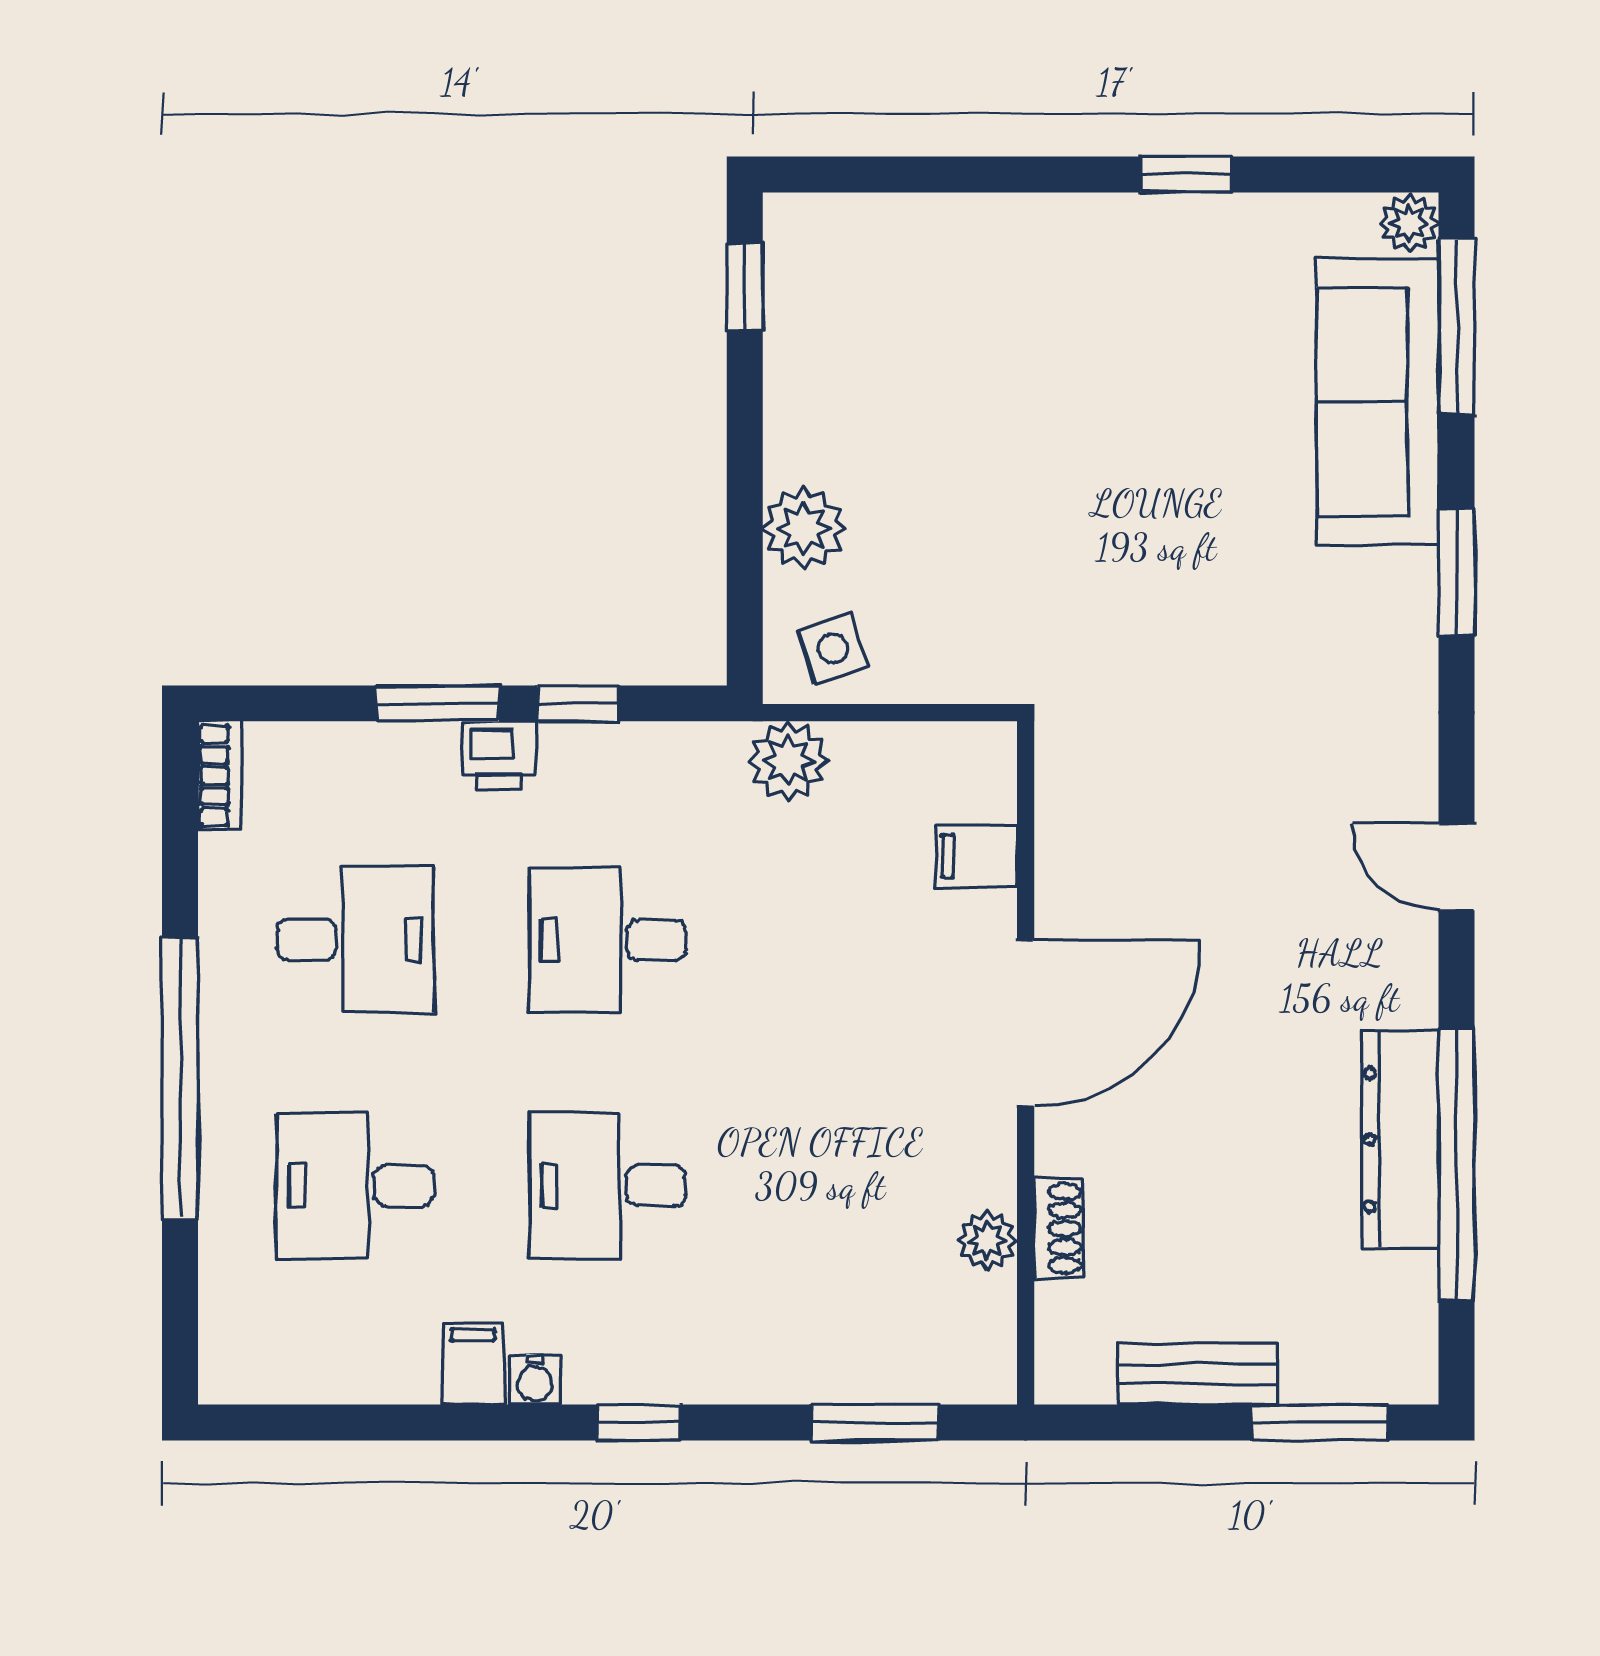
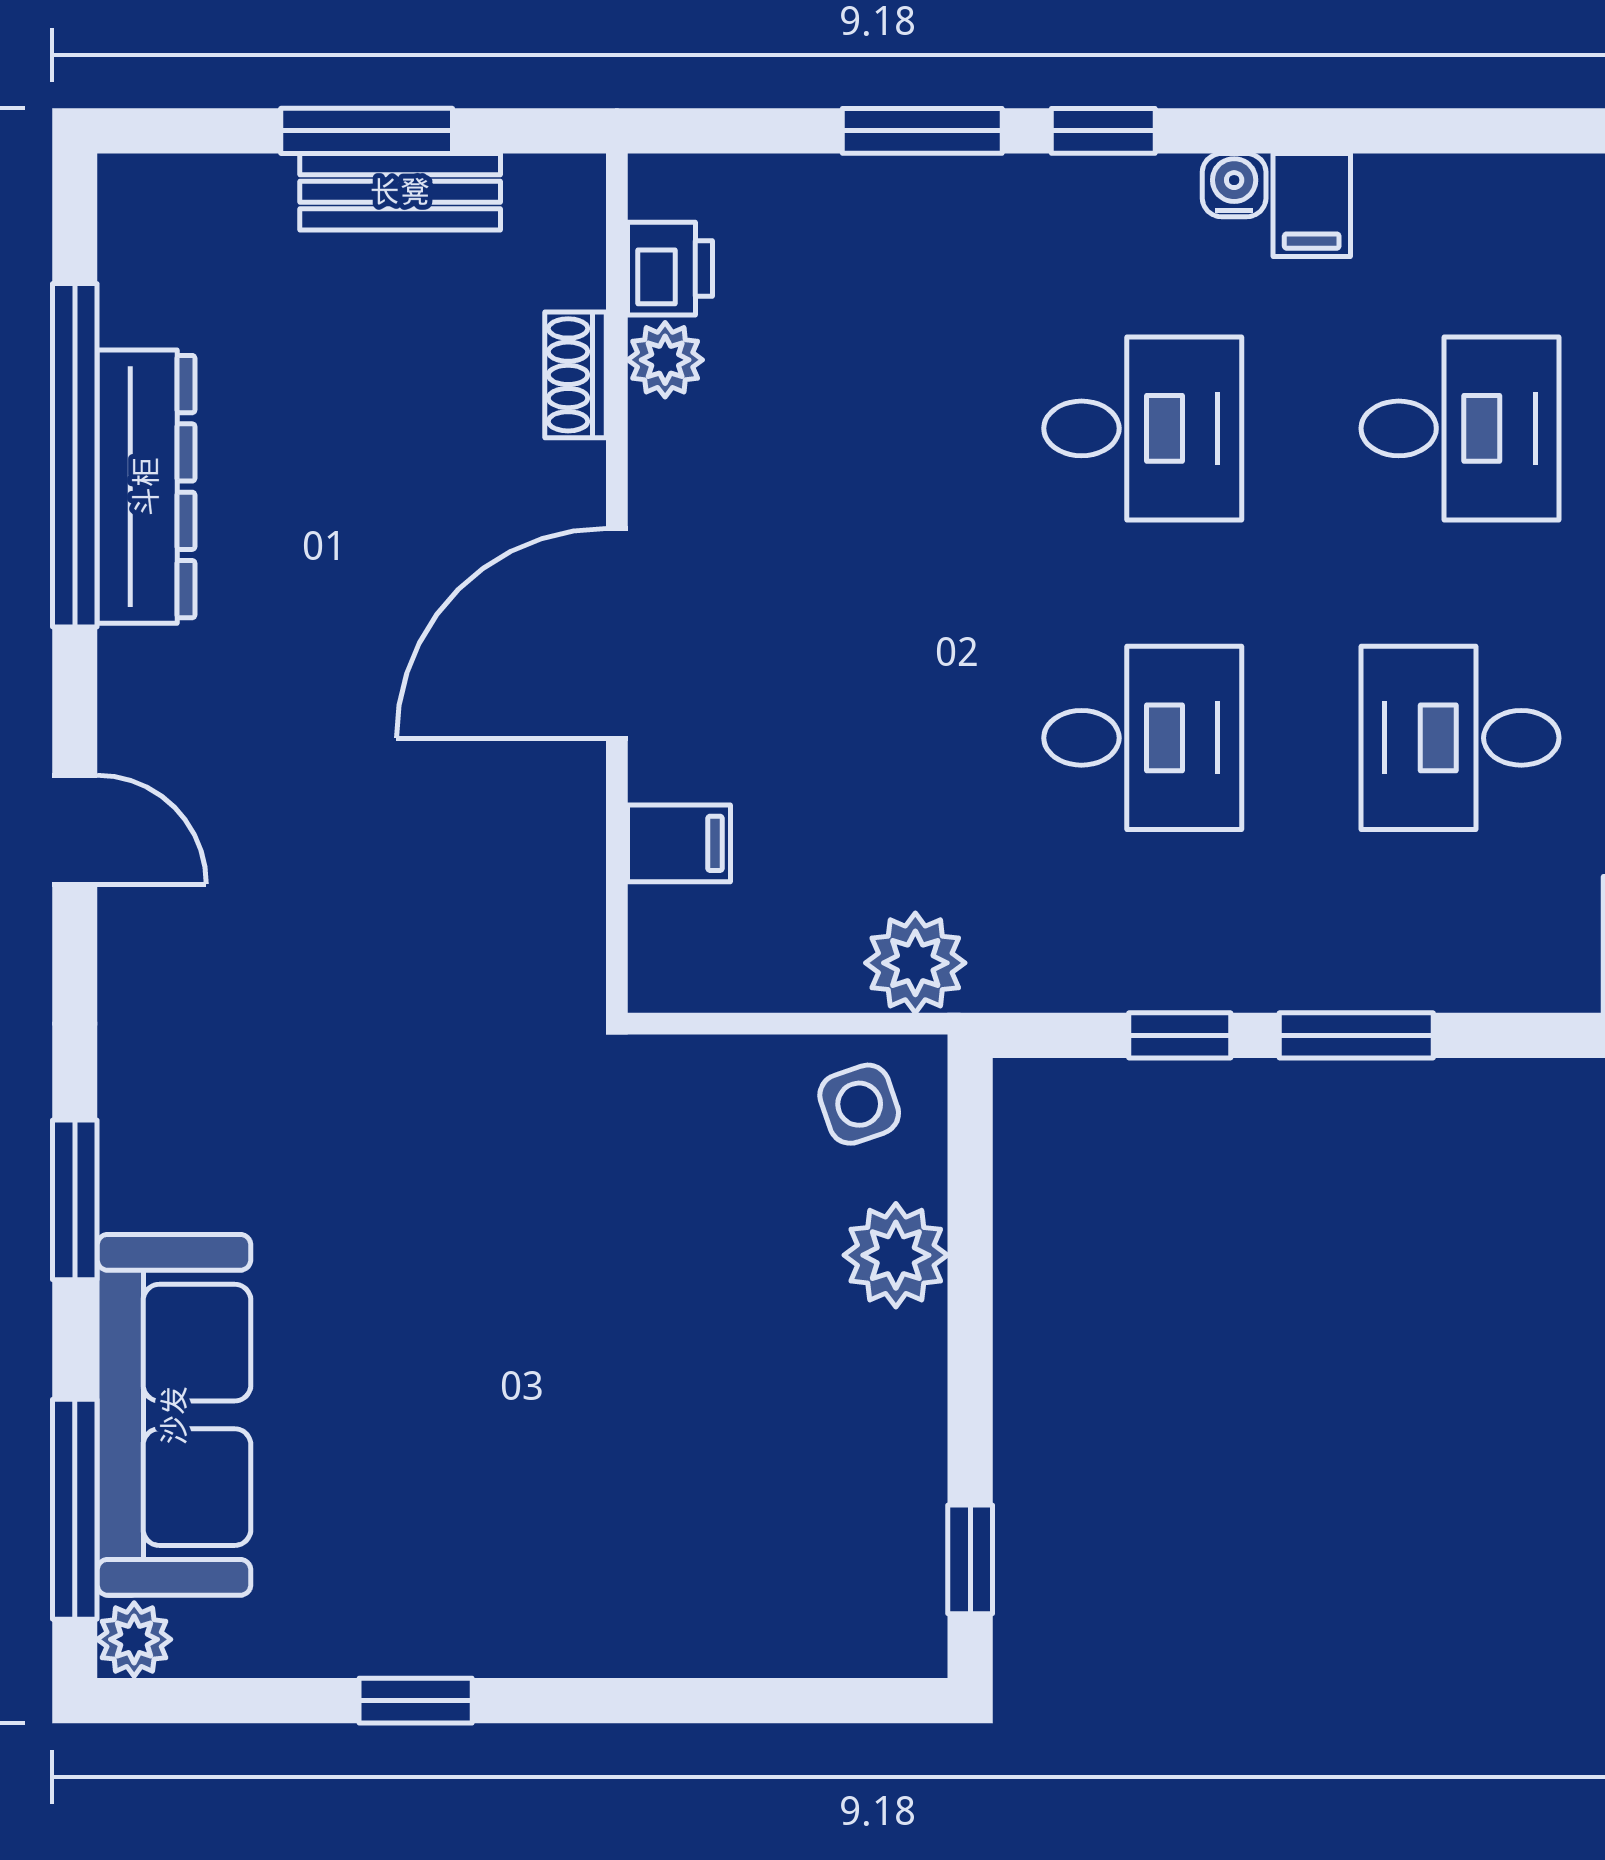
printer: (499, 755) -> (670, 269), moved, turned 90
window: (875, 1422) -> (922, 131), moved
window: (1320, 1422) -> (367, 131), moved

